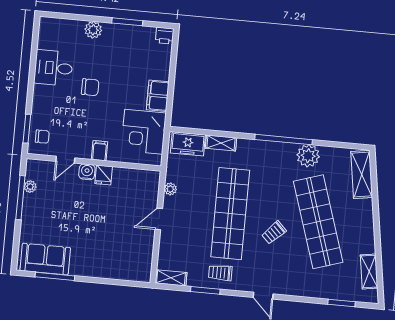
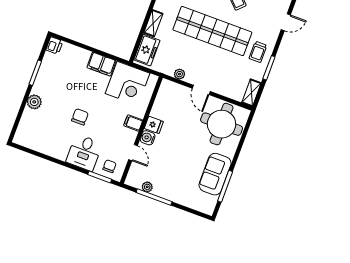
desk: (53, 68) -> (84, 153), moved
round table: (126, 253) -> (222, 124), added
sofa: (45, 259) -> (215, 174), moved

